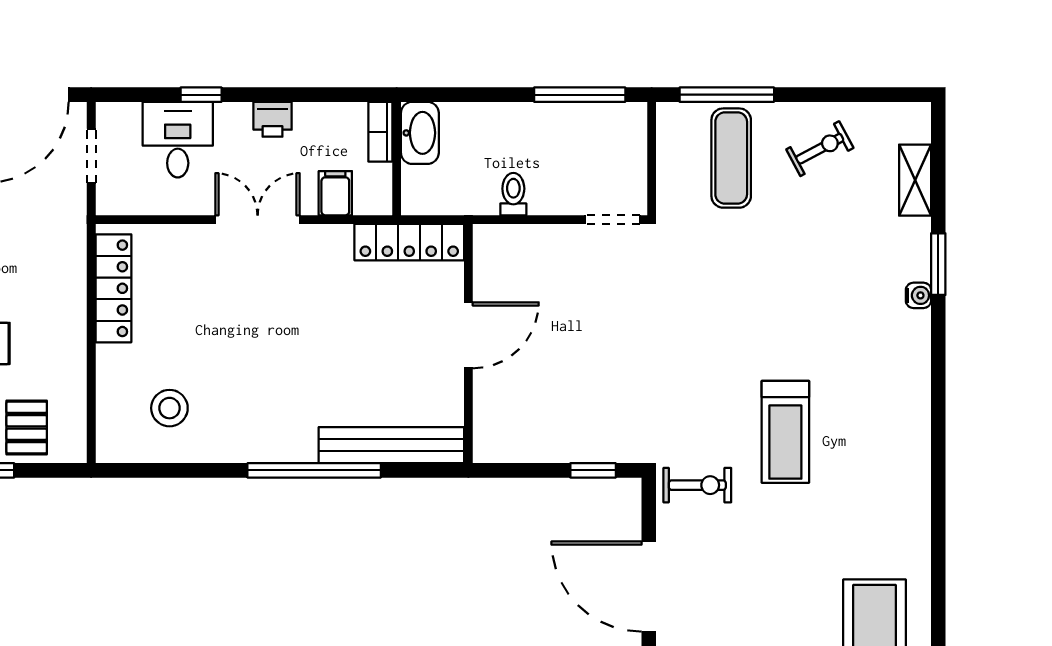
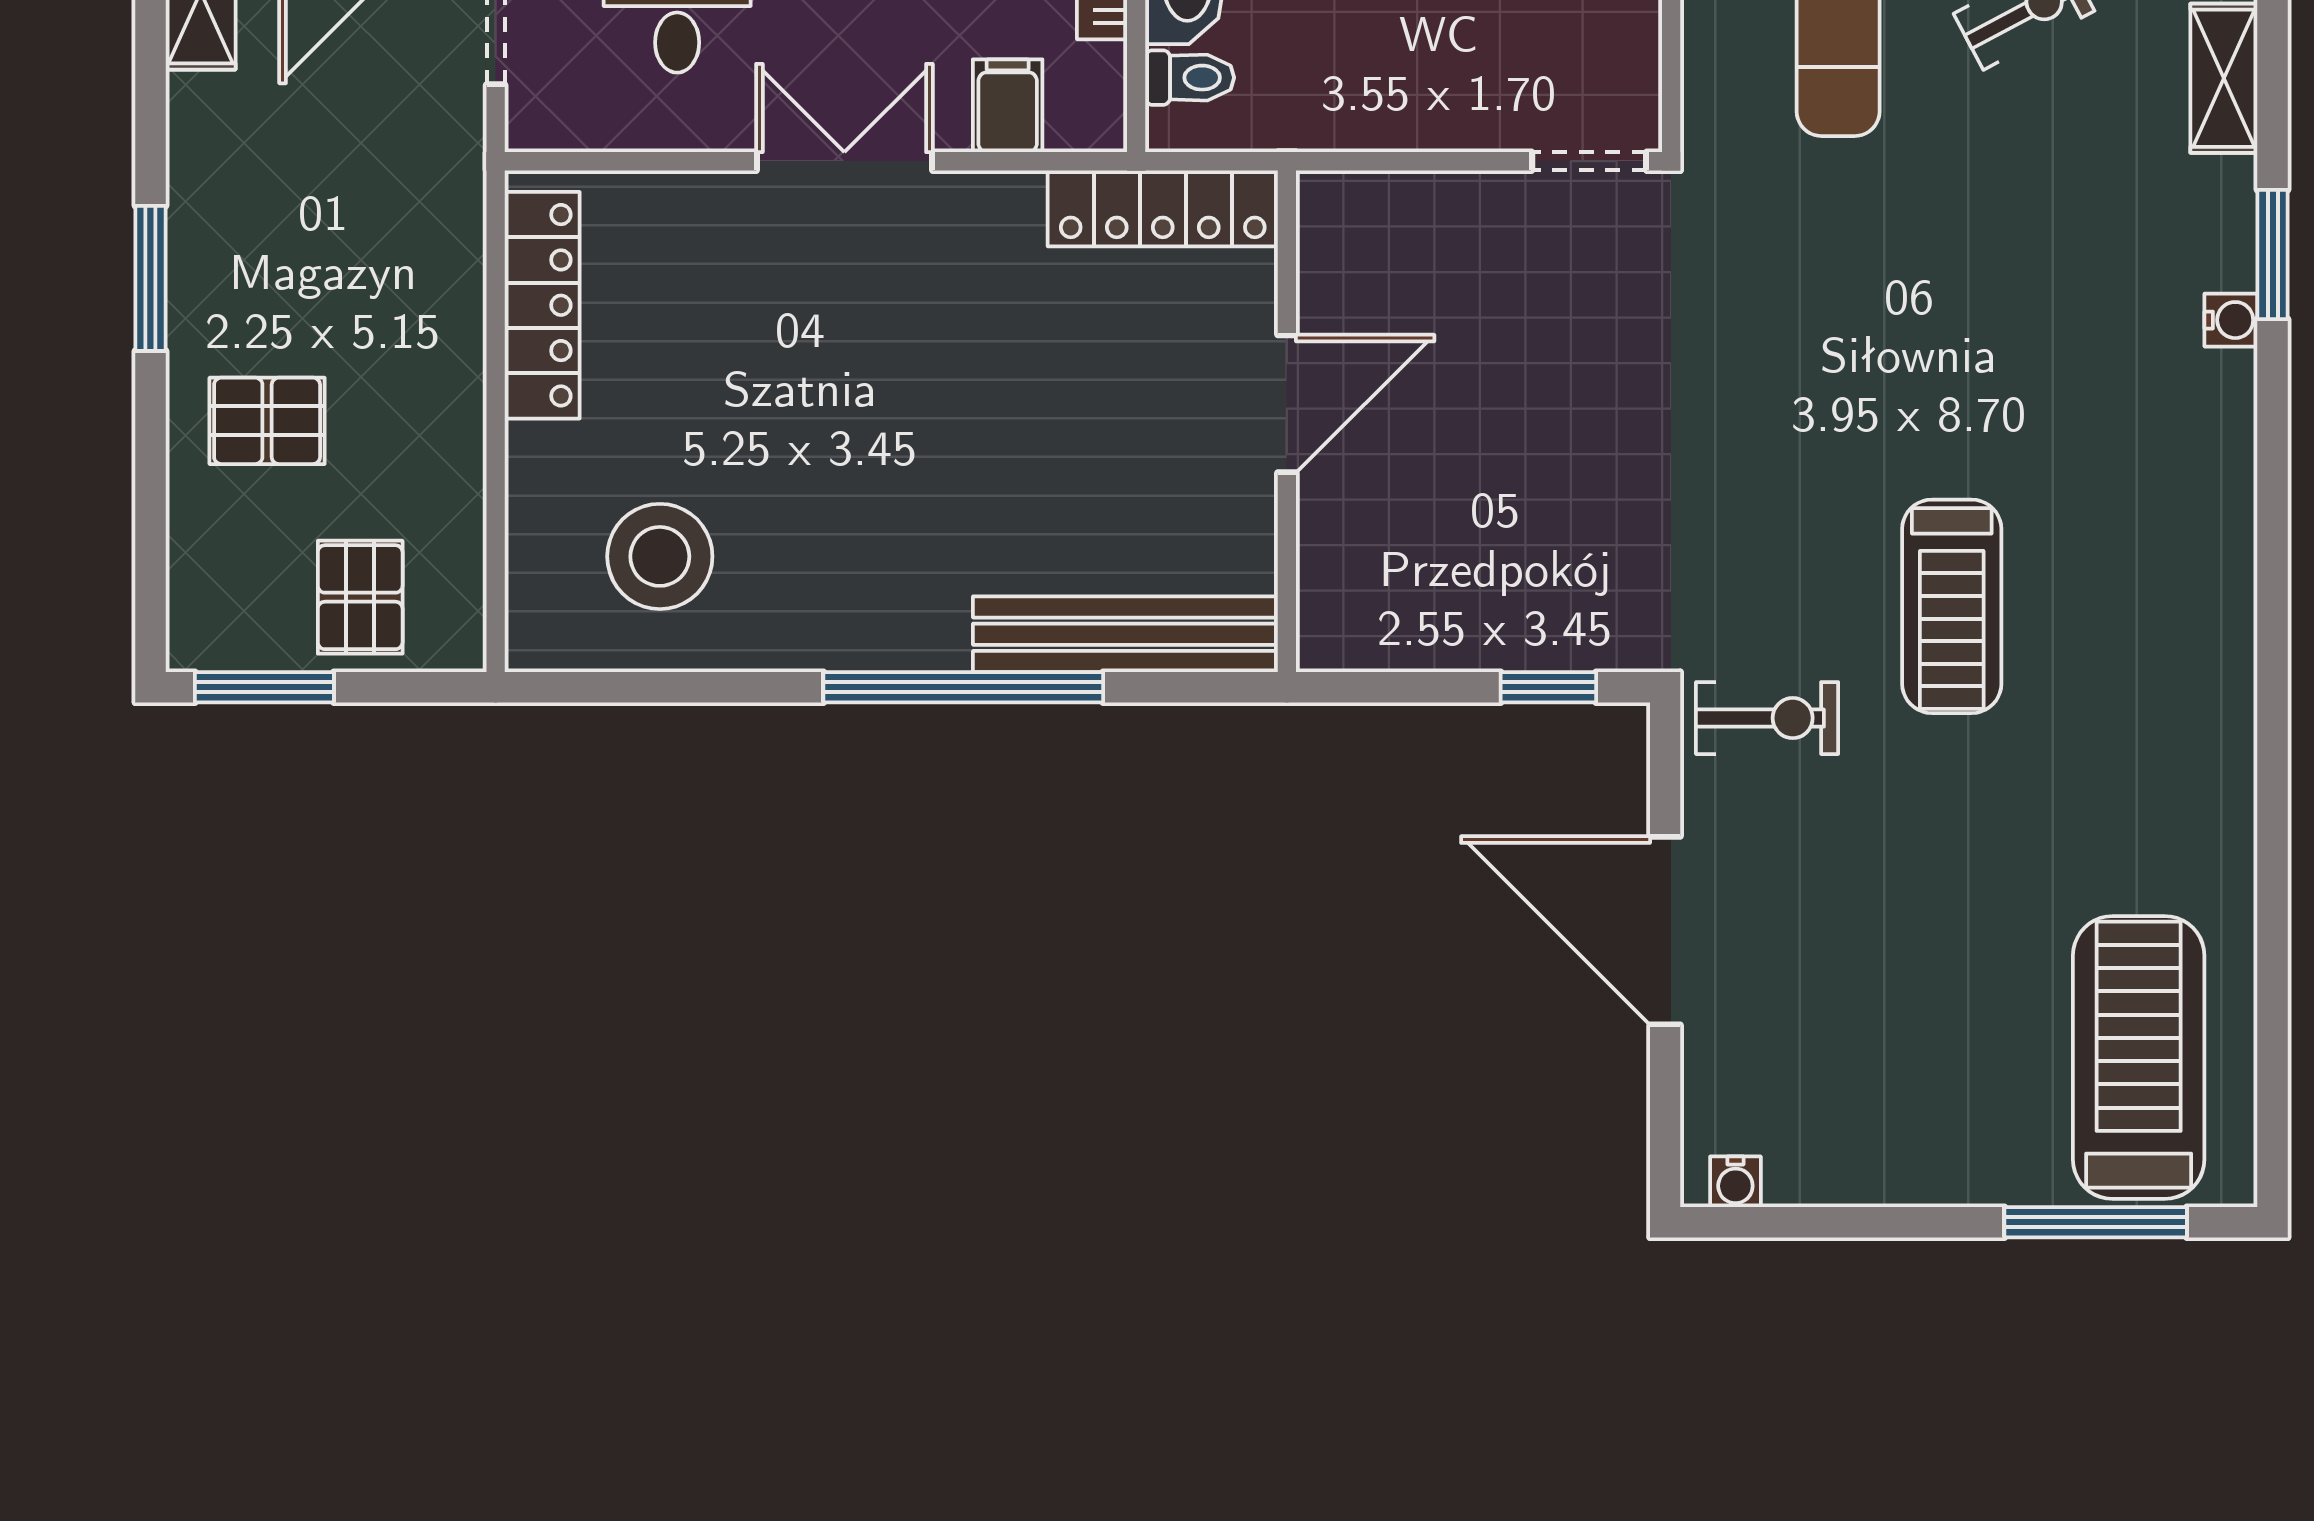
toilet: (513, 194) -> (1190, 78), moved, turned 90
stool: (169, 408) -> (660, 556), width x1.38, depth x1.38

